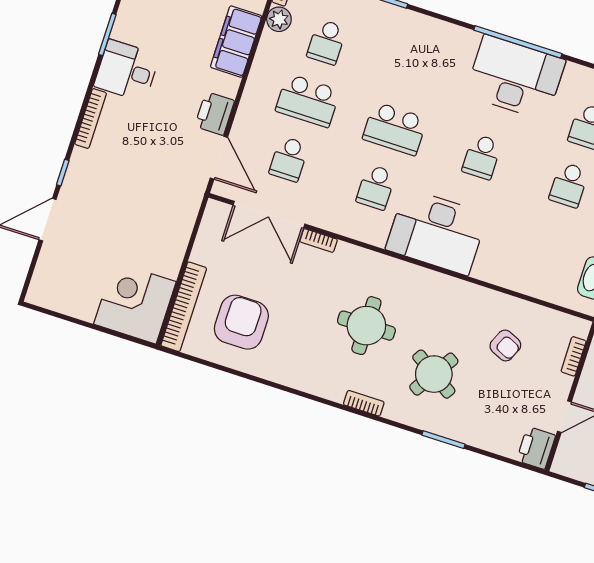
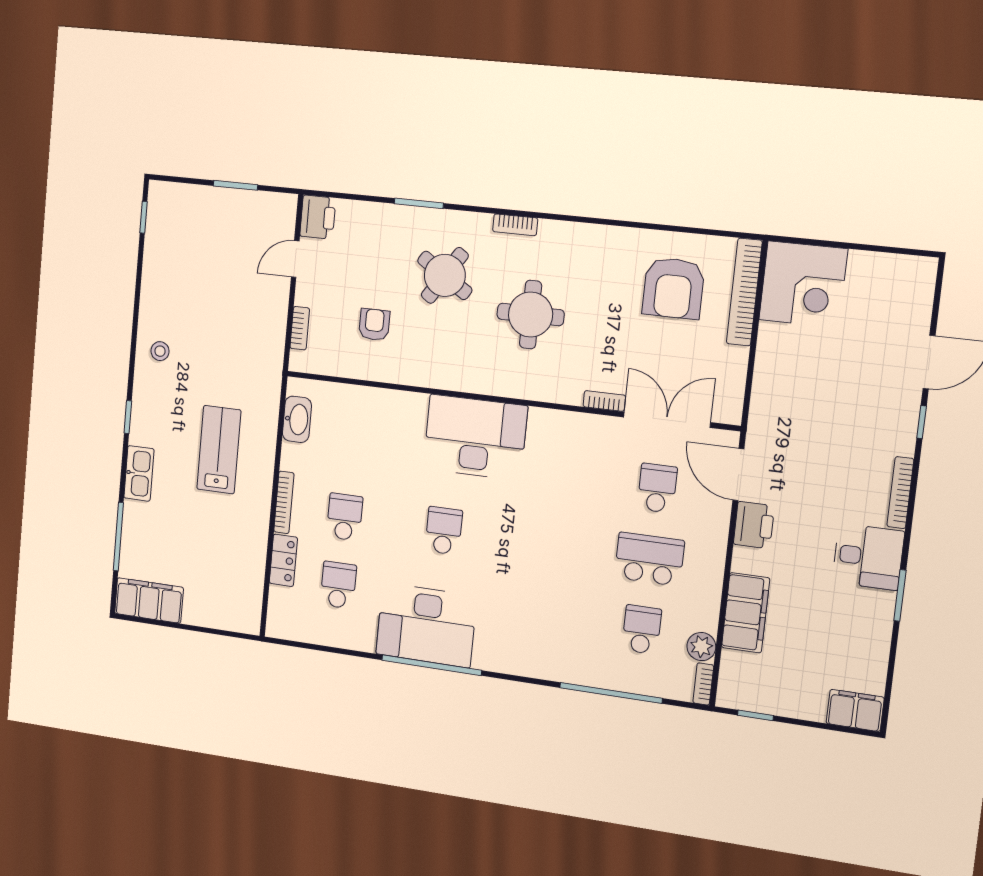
school desk: (395, 129) -> (545, 545), removed
school desk: (376, 187) -> (553, 475), removed
armchair: (505, 346) -> (374, 325), turned 66

